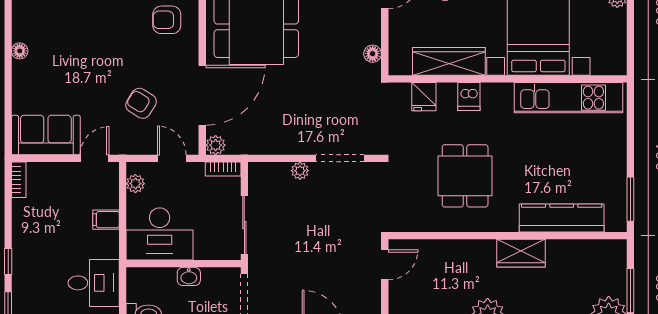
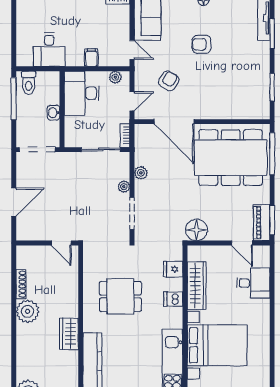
armchair: (167, 20) -> (202, 44), moved, turned -90
floor lamp: (373, 54) -> (197, 230), width x1.89, depth x1.89
plant: (216, 145) -> (141, 173), moved
sliding door: (244, 225) -> (101, 150), moved

